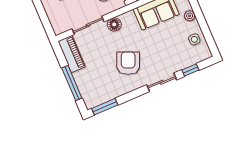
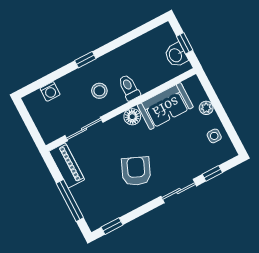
floor lamp: (114, 24) -> (132, 117), moved
window: (105, 107) -> (112, 226), width x0.67

